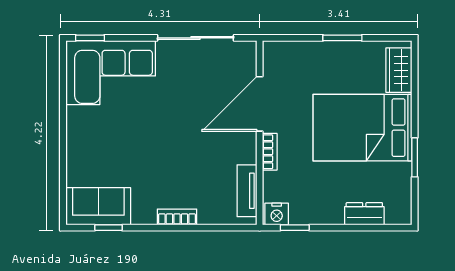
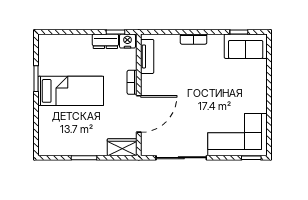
wardrobe: (399, 70) -> (122, 147), moved, turned -90
bed: (362, 128) -> (71, 91), width x0.67
dresser: (364, 214) -> (105, 41), moved

